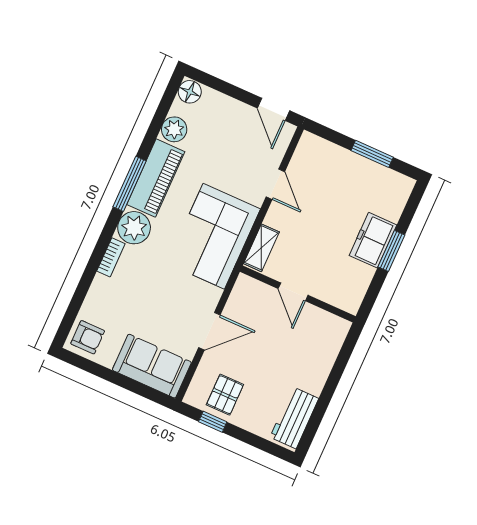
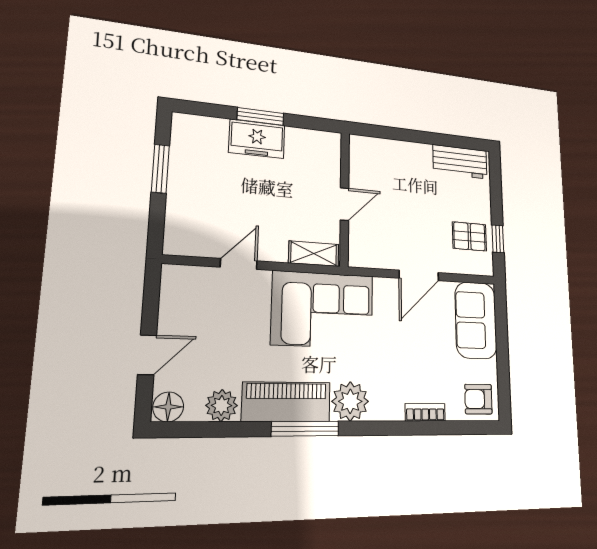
door: (273, 109) -> (147, 355), moved
bookcase: (111, 257) -> (425, 412), moved
door: (209, 331) -> (419, 275), swing flipped
armchair: (88, 337) -> (478, 399), turned -90

